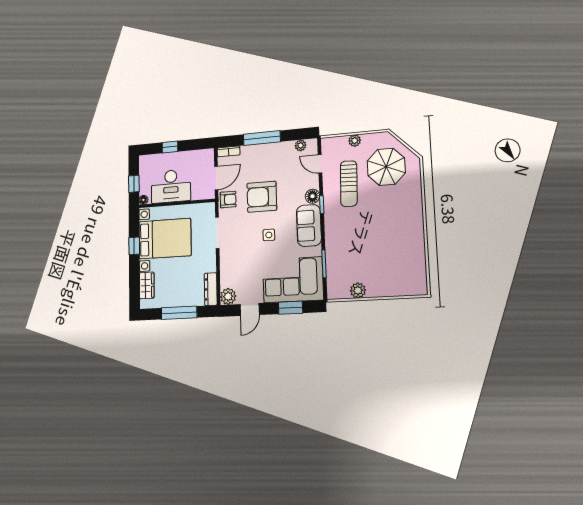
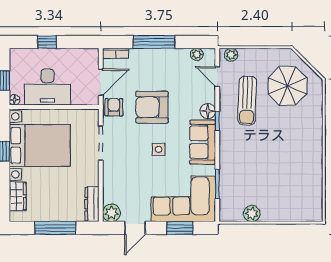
plant: (355, 141) -> (231, 55), moved
armchair: (228, 200) -> (114, 107), turned -90

